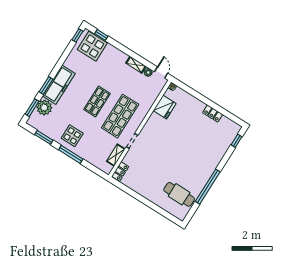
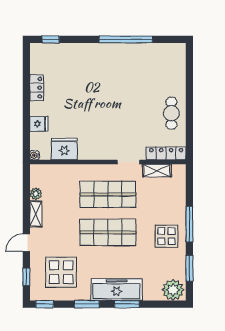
display table: (92, 46) -> (61, 272), moved
door: (161, 72) -> (26, 243), moved
fridge: (190, 101) -> (39, 124), added
shop shelf: (97, 102) -> (108, 232), width x1.43, depth x1.36
window: (32, 108) -> (87, 304), moved
plant: (44, 108) -> (173, 290), moved
locker: (120, 172) -> (166, 153), width x1.53
cafe table: (179, 194) -> (171, 113), moved, width x0.73, depth x0.74

